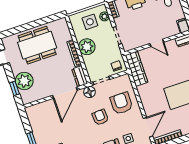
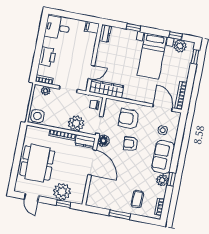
side table: (90, 22) -> (37, 116), moved
door: (157, 43) -> (91, 72), moved
plant: (87, 47) -> (76, 123), moved

